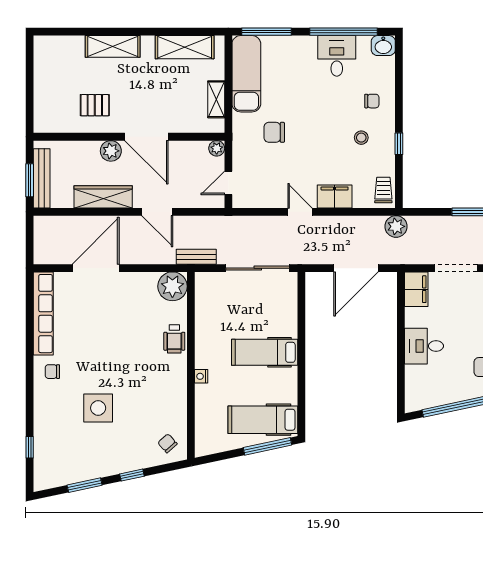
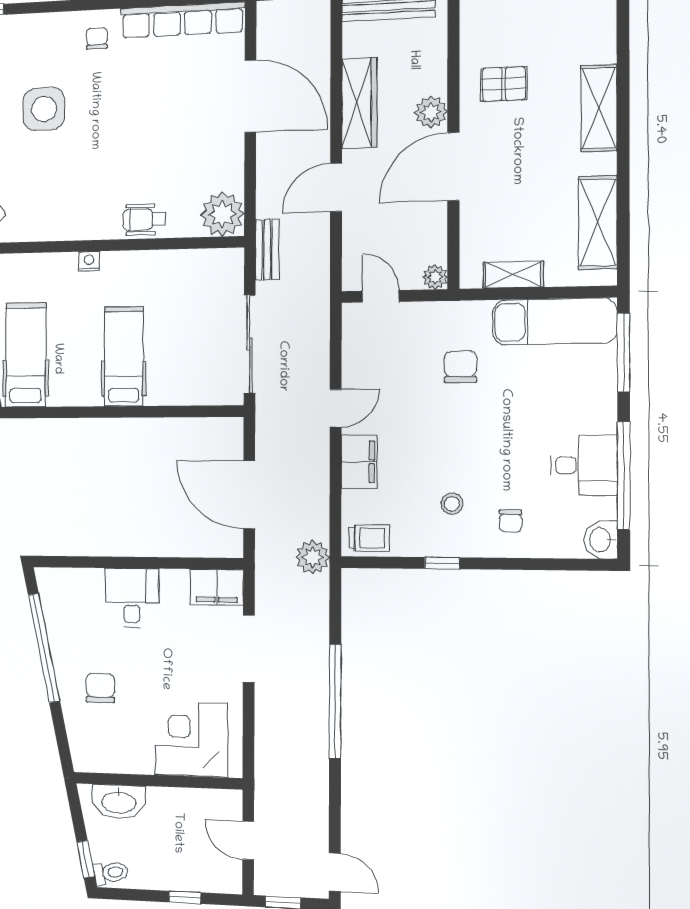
pallet: (95, 105) -> (504, 84), turned 90

